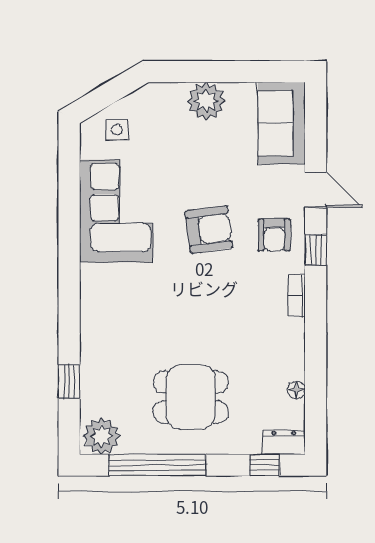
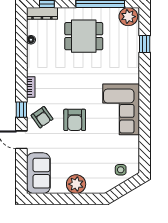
corner sofa: (116, 211) -> (121, 109), moved
armchair: (209, 229) -> (75, 120), turned -82
armchair: (274, 235) -> (42, 117), turned 145
dresser: (284, 443) -> (42, 13), width x1.44

